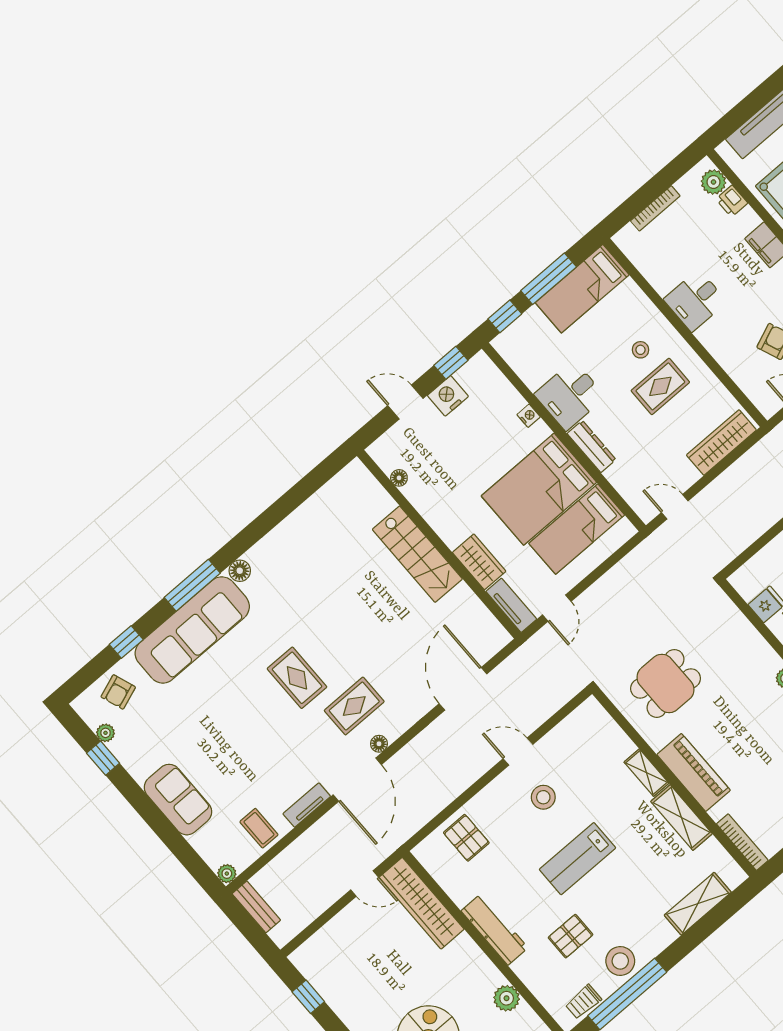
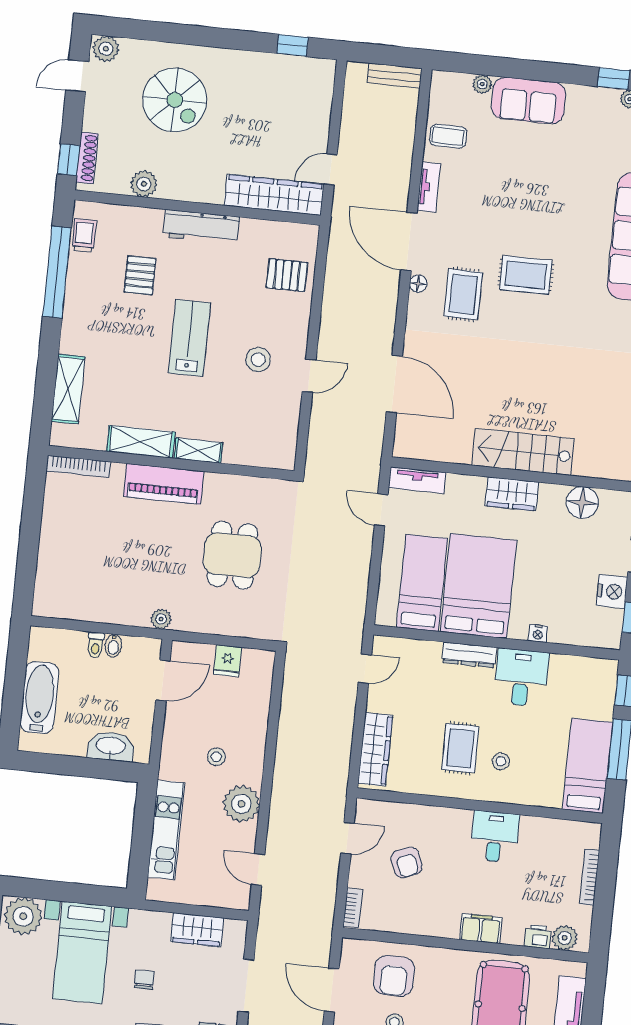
floor lamp: (399, 478) -> (582, 503), width x1.89, depth x1.89
wardrobe: (479, 562) -> (512, 494), moved
dining table: (666, 683) -> (232, 555), moved
plant: (227, 874) -> (482, 84), moved
stool: (620, 961) -> (85, 292), removed

